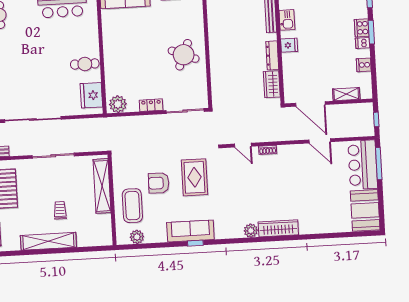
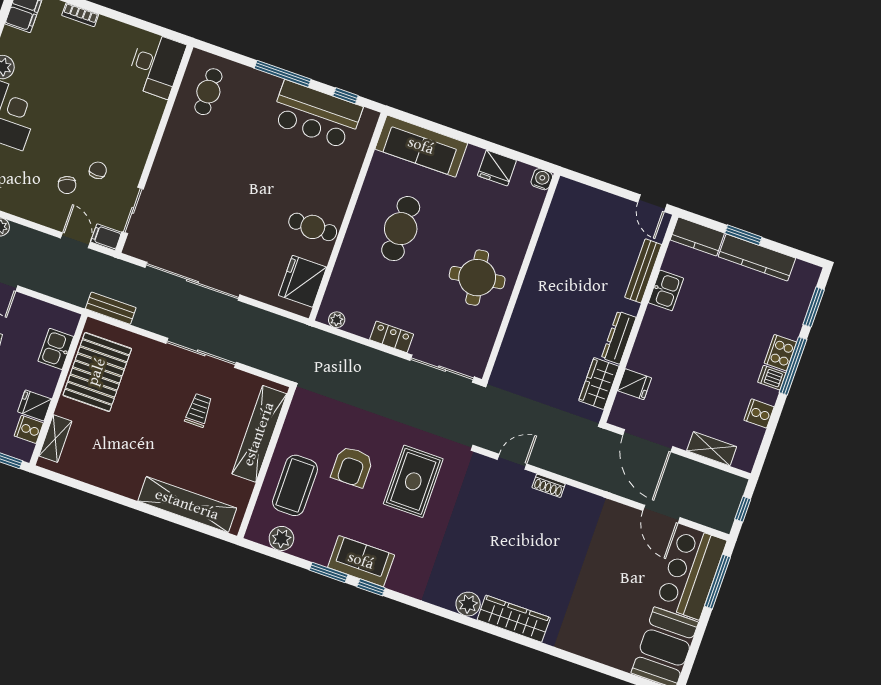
window: (371, 32) -> (793, 366), width x1.44
cafe table: (132, 45) -> (401, 229), added
fridge: (289, 45) -> (635, 384), moved
round table: (184, 55) -> (477, 278), turned -30
plant: (118, 104) -> (337, 320), width x0.53, depth x0.53
door: (320, 141) -> (661, 514), moved
door: (243, 145) -> (512, 462), swing flipped
armchair: (159, 183) -> (352, 467), turned -91
trolley: (60, 210) -> (199, 410), moved
sofa: (190, 231) -> (361, 561), width x0.73
shelving: (48, 241) -> (187, 505), moved
window: (170, 245) -> (329, 572), added

